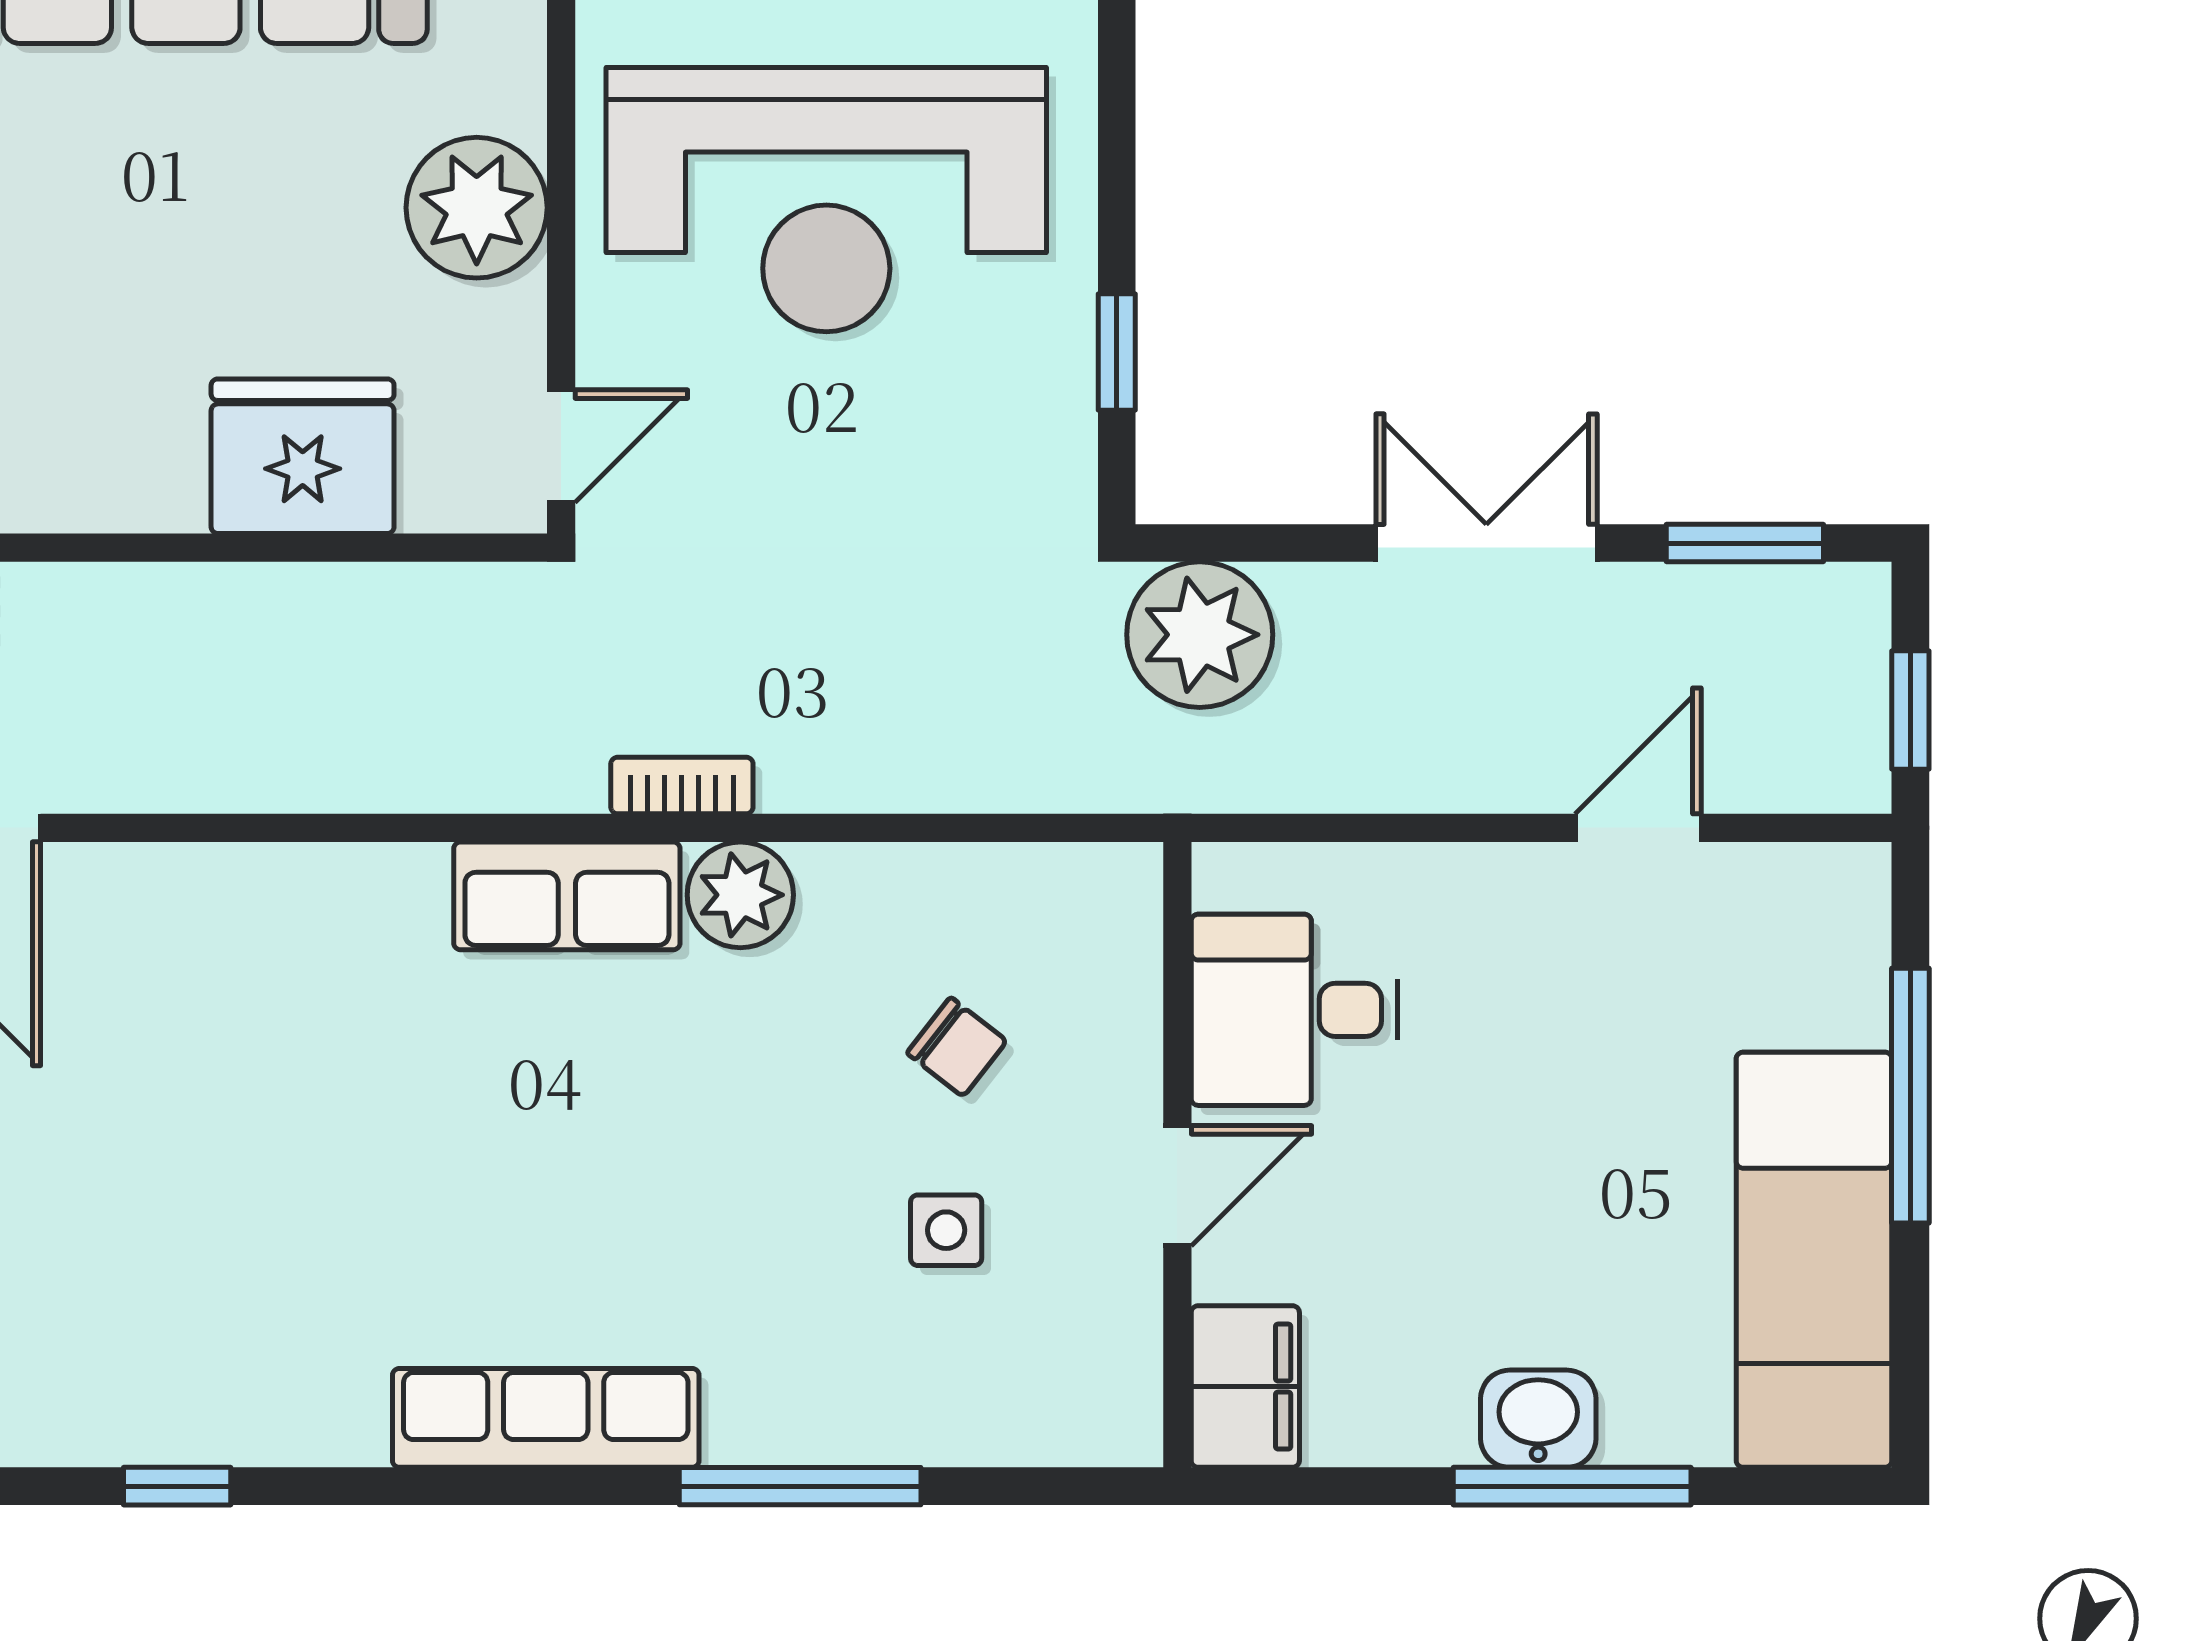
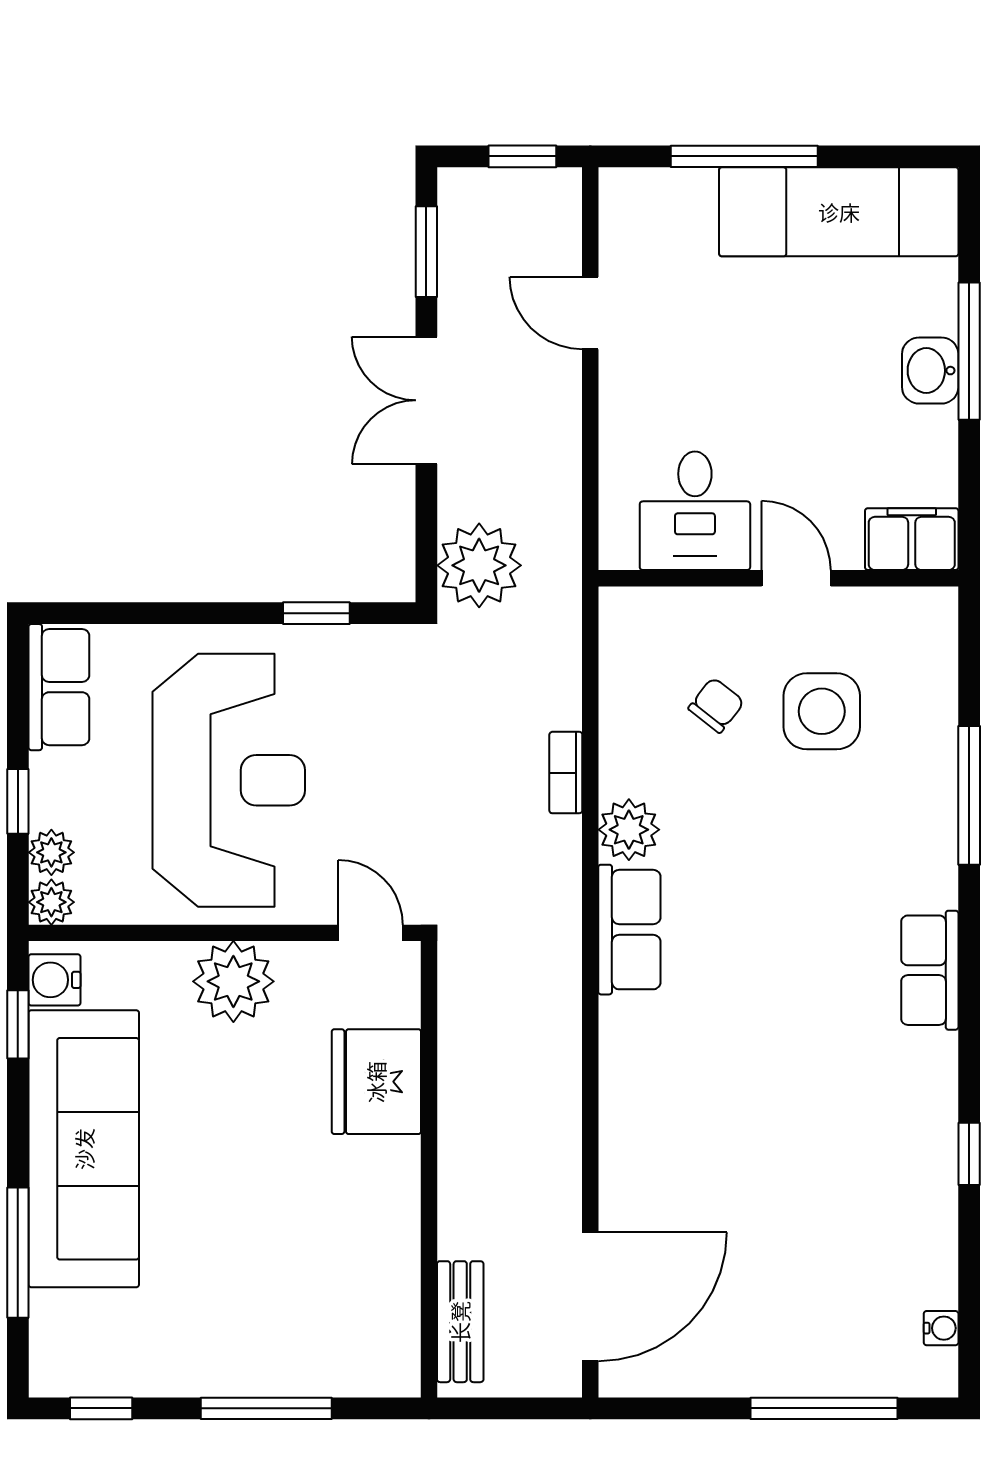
bookcase: (682, 785) -> (566, 773), moved
side table: (946, 1230) -> (822, 711), width x1.87, depth x1.87
row of seats: (546, 1418) -> (930, 970), width x0.68

